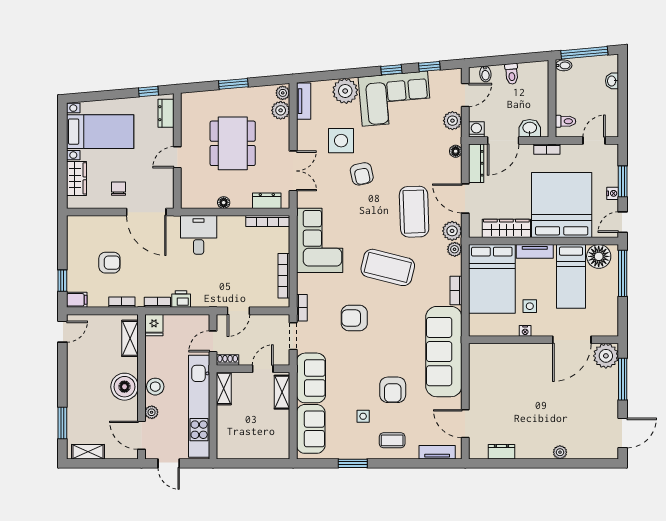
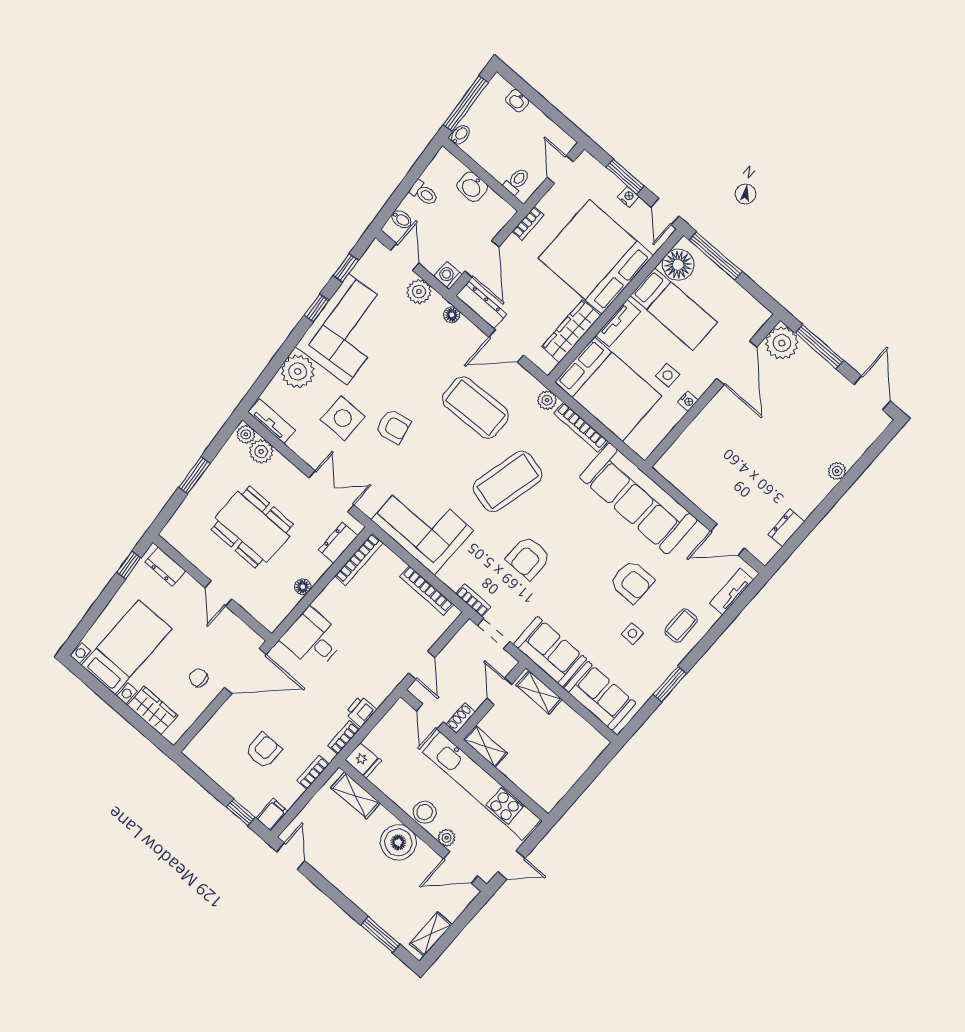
washbasin: (530, 128) -> (472, 187), moved, turned -90
plant: (452, 231) -> (527, 387), removed
bookcase: (456, 291) -> (581, 427), width x1.56

